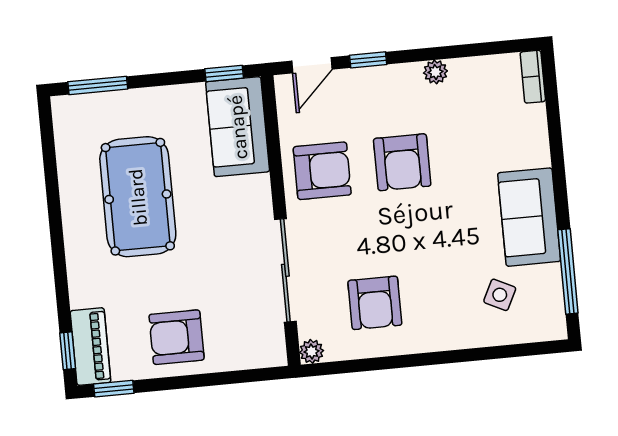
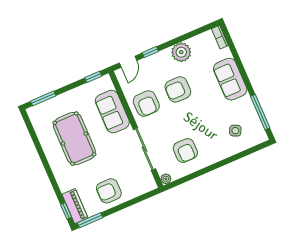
plant: (435, 72) -> (181, 52), width x1.87, depth x1.87
sofa: (238, 127) -> (112, 112), moved
armchair: (402, 162) -> (178, 89), turned 90
armchair: (322, 171) -> (146, 104), turned 90
sofa: (529, 217) -> (230, 79), moved
window: (114, 389) -> (90, 220), width x1.50

